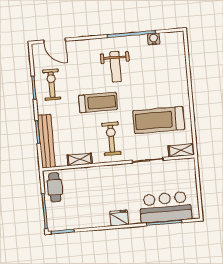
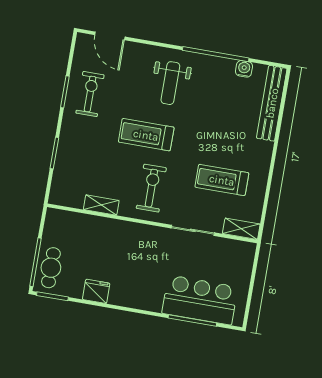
weight bench: (116, 67) -> (170, 83), moved
treadmill: (98, 102) -> (146, 135), turned 180
treadmill: (159, 120) -> (222, 180), width x0.73, depth x0.73
bench: (46, 141) -> (272, 103), moved
cafe table: (55, 187) -> (51, 268), moved
fridge: (119, 218) -> (96, 291), moved

